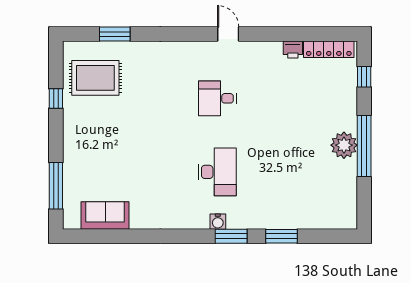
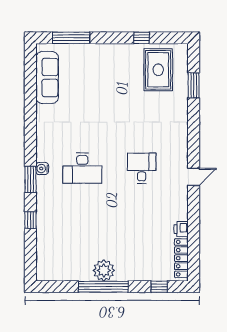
sofa: (105, 216) -> (47, 77), width x1.36
window: (282, 236) -> (30, 220), width x0.67

